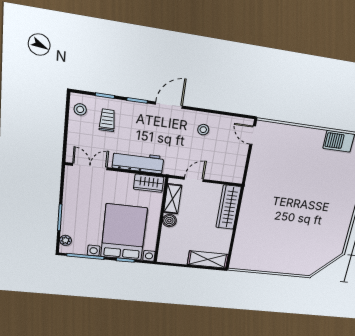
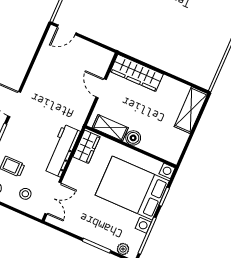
stool: (203, 130) -> (25, 194), moved
double door: (90, 167) -> (53, 198), swing flipped
door: (194, 179) -> (101, 88), moved

